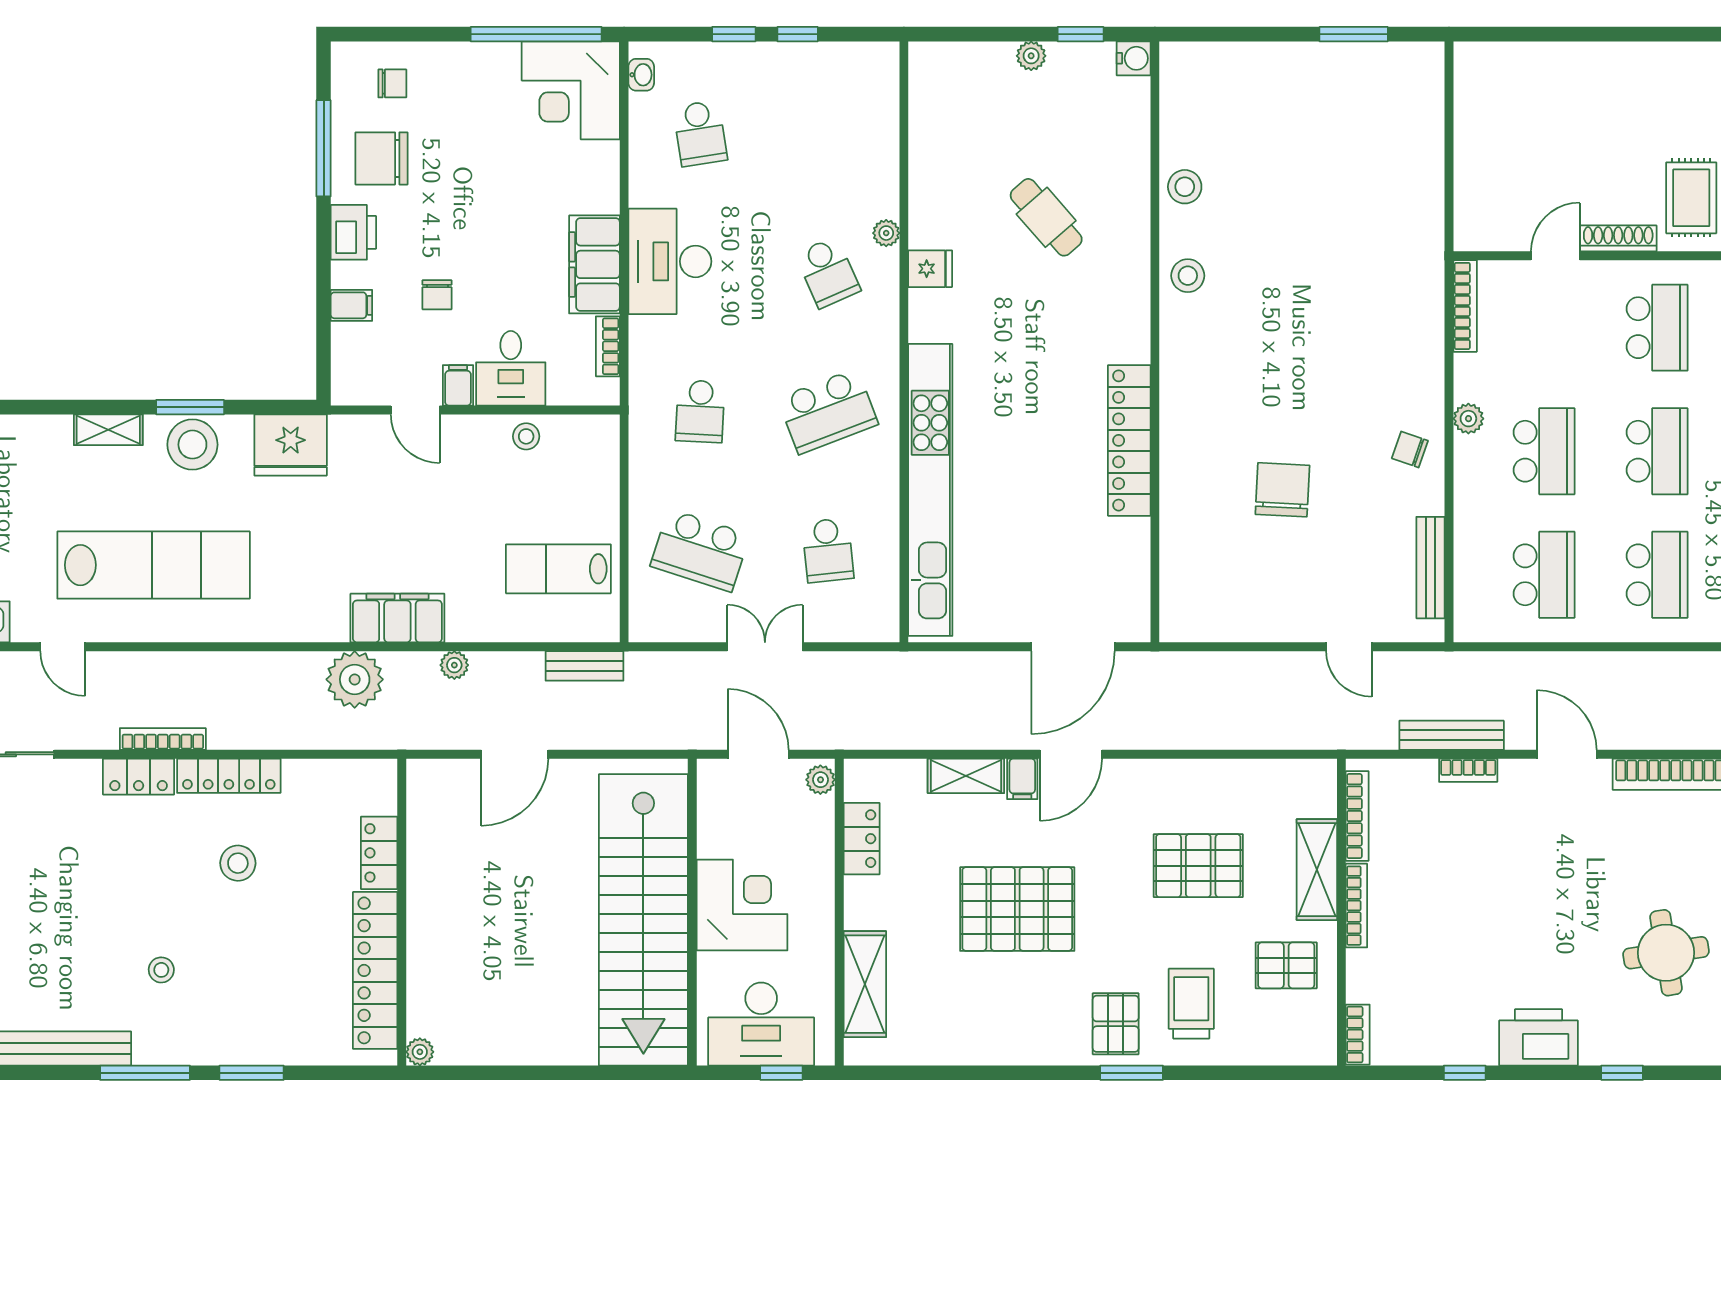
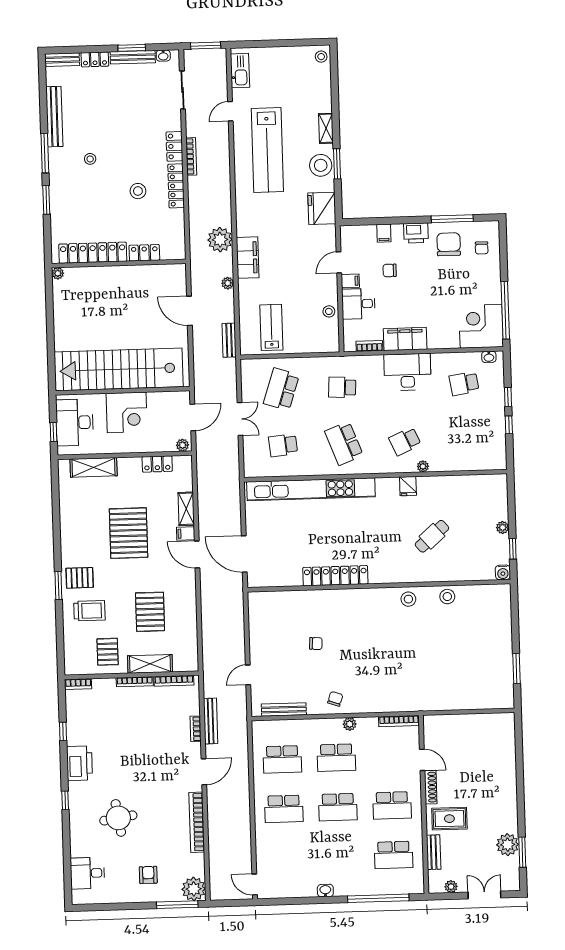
chair: (1282, 490) -> (316, 644), width x0.54, depth x0.54

